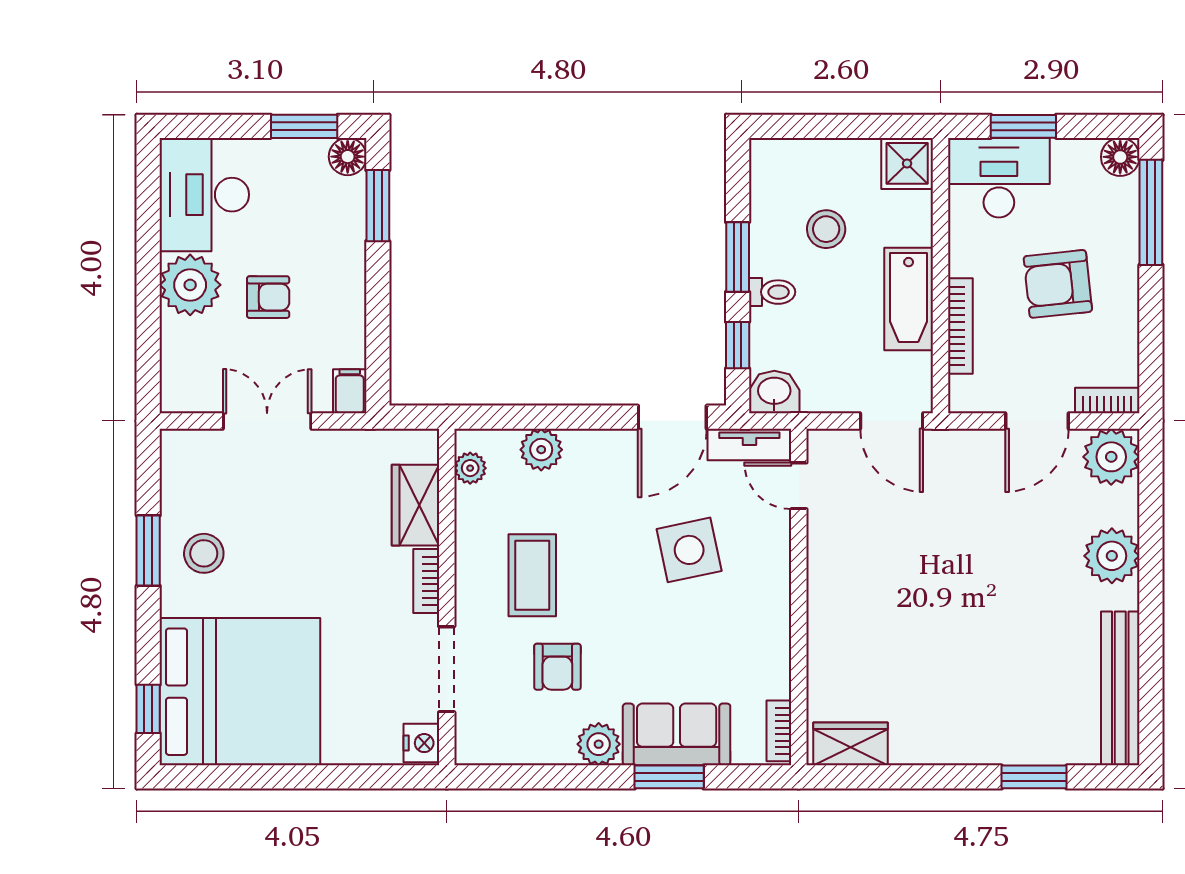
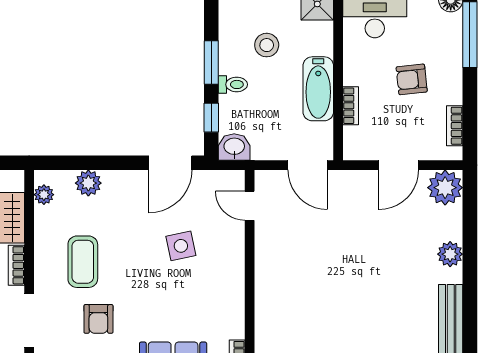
armchair: (1058, 284) -> (412, 79), width x0.72, depth x0.72
bookcase: (960, 326) -> (351, 106), width x0.64
bookcase: (1107, 401) -> (455, 126), moved, turned -90
tv unit: (749, 445) -> (219, 180), removed
side table: (689, 550) -> (181, 246), width x0.73, depth x0.73
plant: (1112, 556) -> (450, 254), width x0.73, depth x0.73

